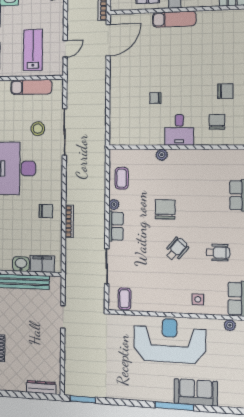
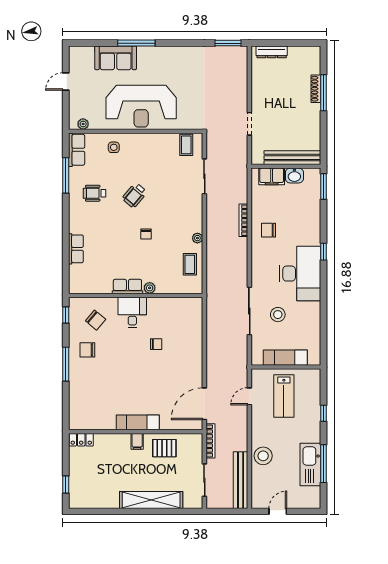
chair: (217, 122) -> (96, 320), turned -50
chair: (165, 209) -> (146, 234), width x0.54, depth x0.54
row of seats: (116, 226) -> (127, 286), moved, turned 90

